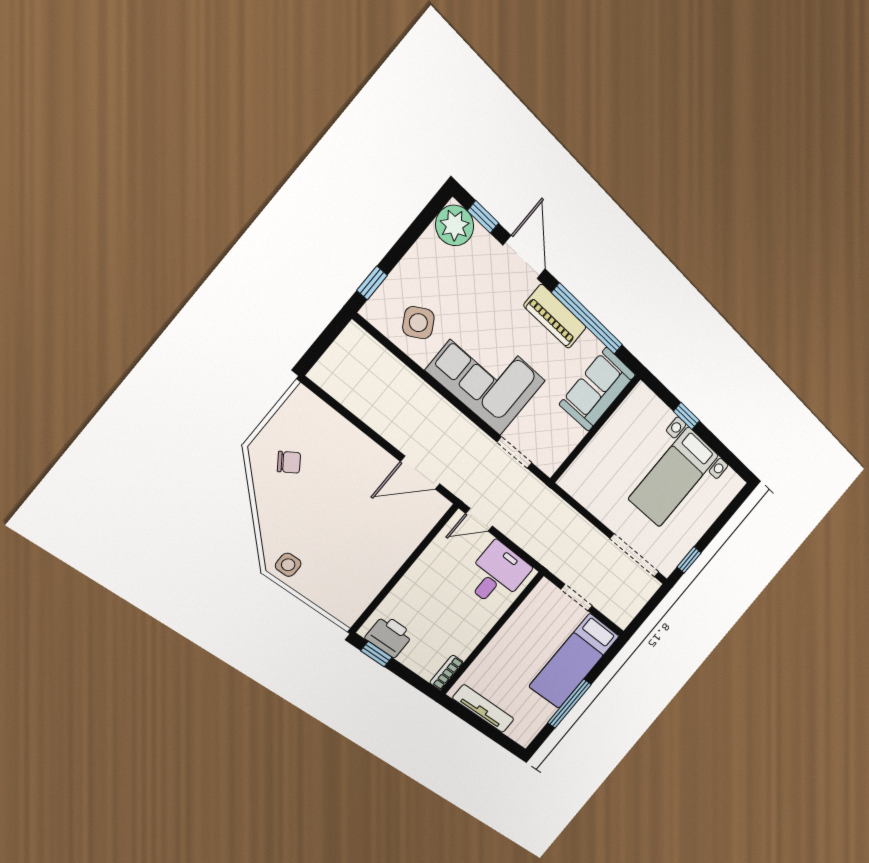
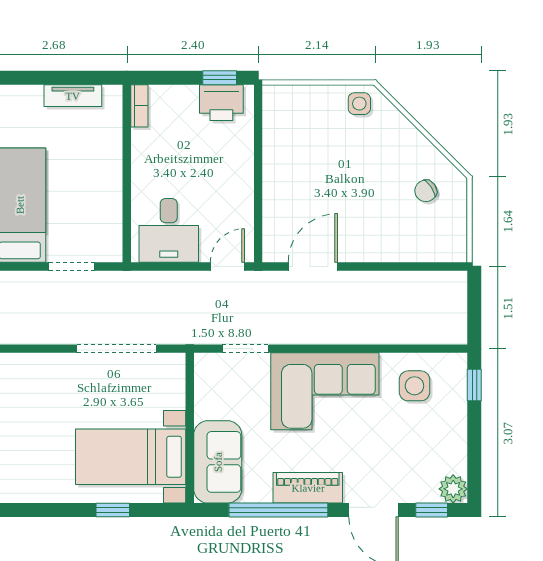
plant: (455, 225) -> (453, 489), width x0.73, depth x0.73
side table: (418, 323) -> (414, 386), turned 30
bed with nightstands: (674, 477) -> (131, 457), moved, turned -90
doorway: (635, 556) -> (117, 349), moved
tv unit: (483, 709) -> (73, 96), width x0.71

